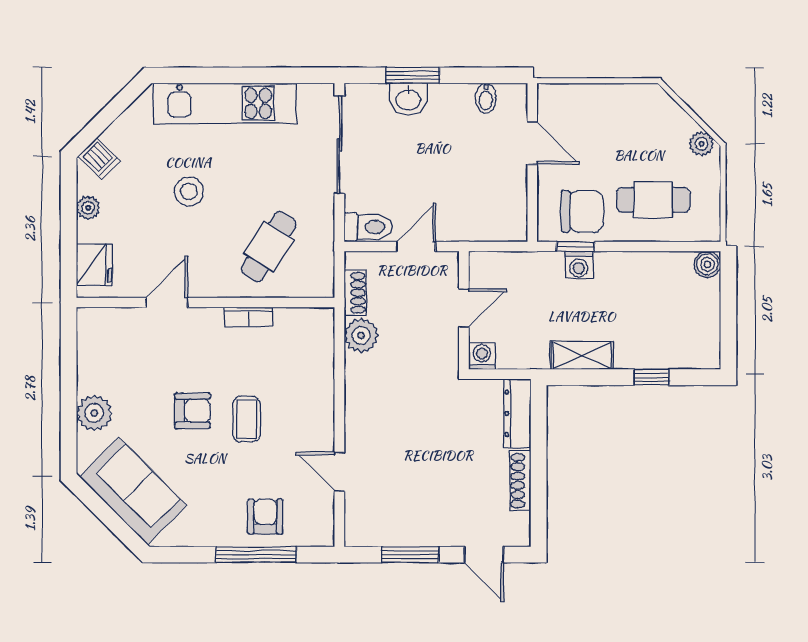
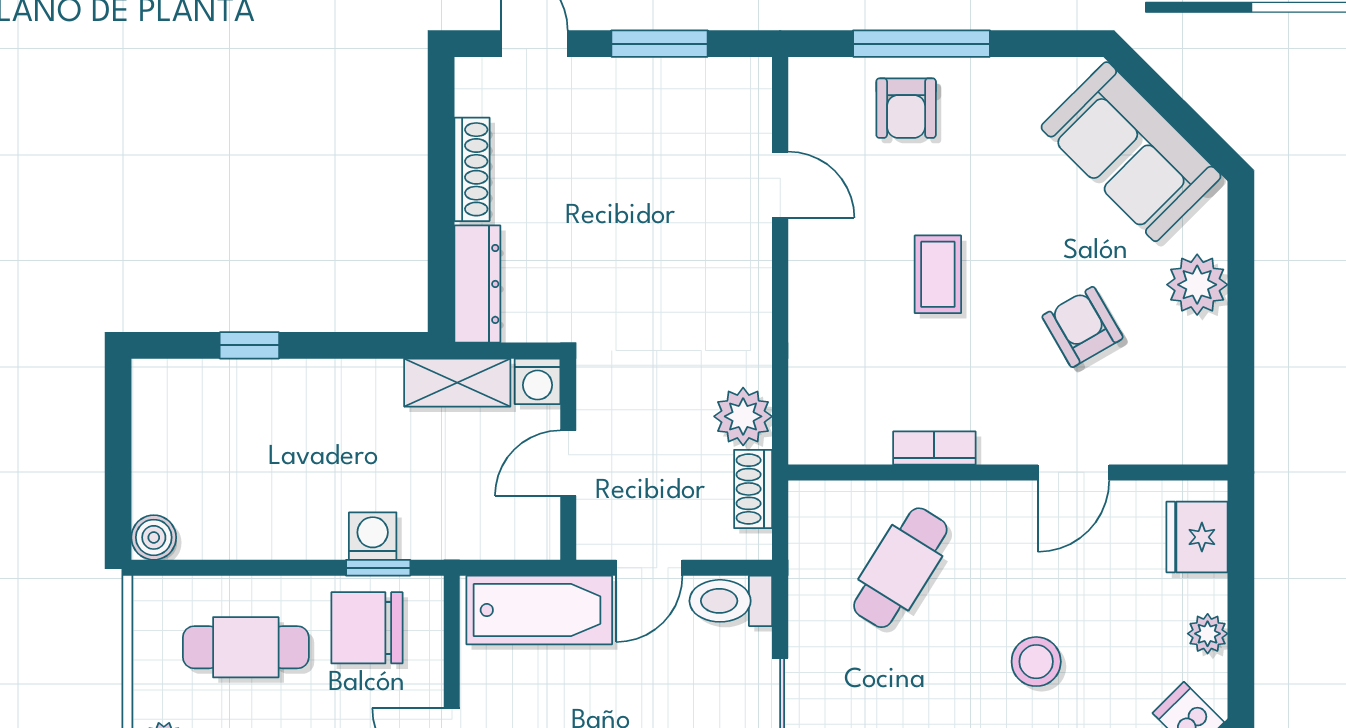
bathtub: (481, 222) -> (539, 610), added
shelving: (582, 355) -> (457, 383), moved
armchair: (192, 411) -> (1083, 327), moved, turned 60

